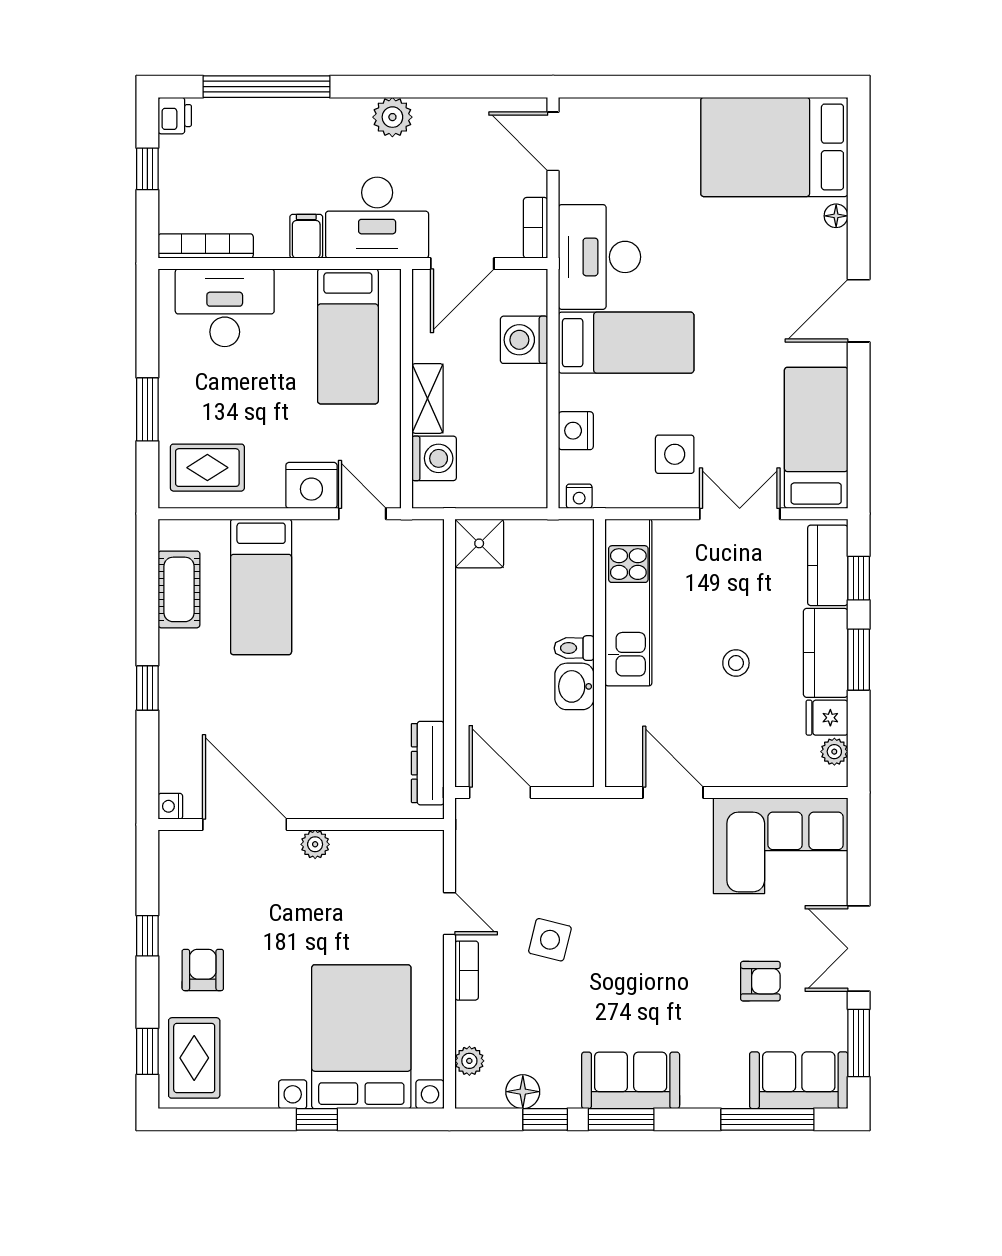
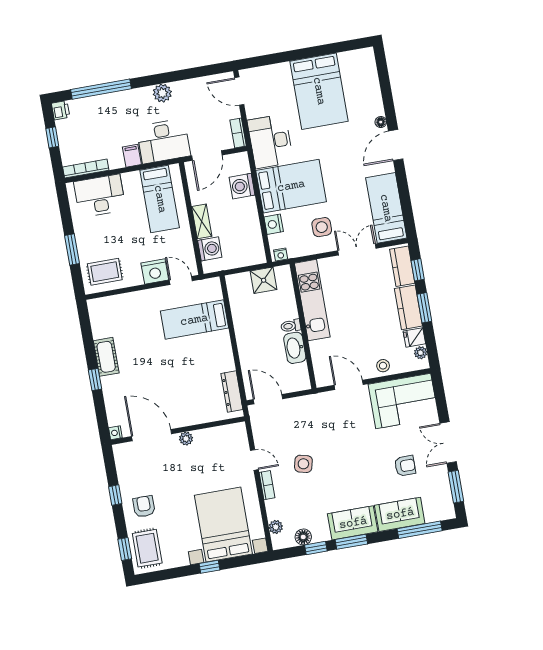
bed: (774, 147) -> (319, 91), moved, turned -90
floor lamp: (836, 216) -> (381, 122), moved
bed: (626, 343) -> (291, 186), width x1.50
shower: (479, 543) -> (264, 280), moved
bed: (261, 587) -> (194, 320), moved, turned 90
cot: (179, 589) -> (106, 357), moved
stool: (736, 663) -> (383, 366), moved
washbasin: (574, 686) -> (295, 348), width x1.38
sofa: (799, 1080) -> (400, 514), moved

